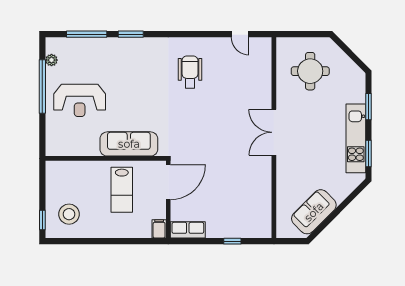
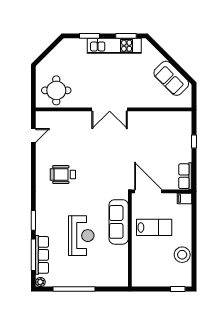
row of seats: (86, 45) -> (42, 255), added
plant: (51, 60) -> (40, 282), moved
round table: (310, 71) -> (56, 90), moved
reception desk: (80, 100) -> (81, 236), moved
stool: (69, 214) -> (182, 255), moved

